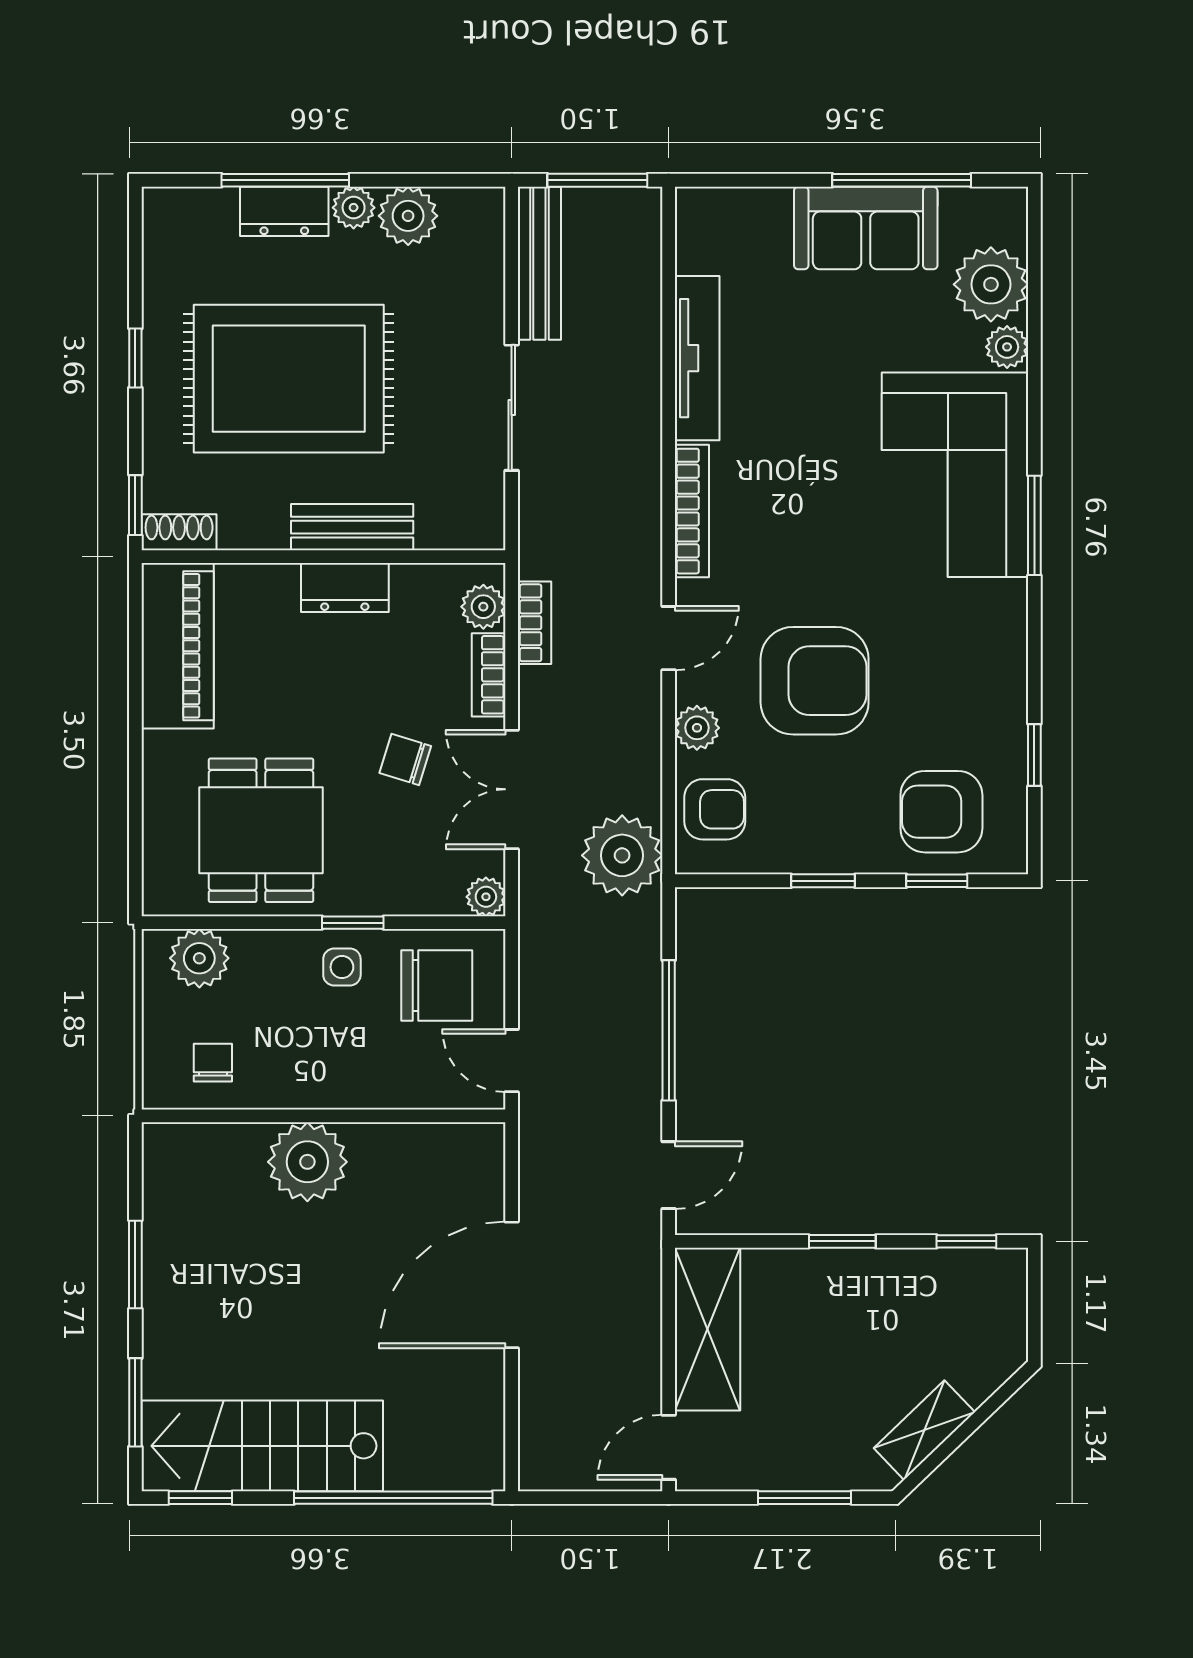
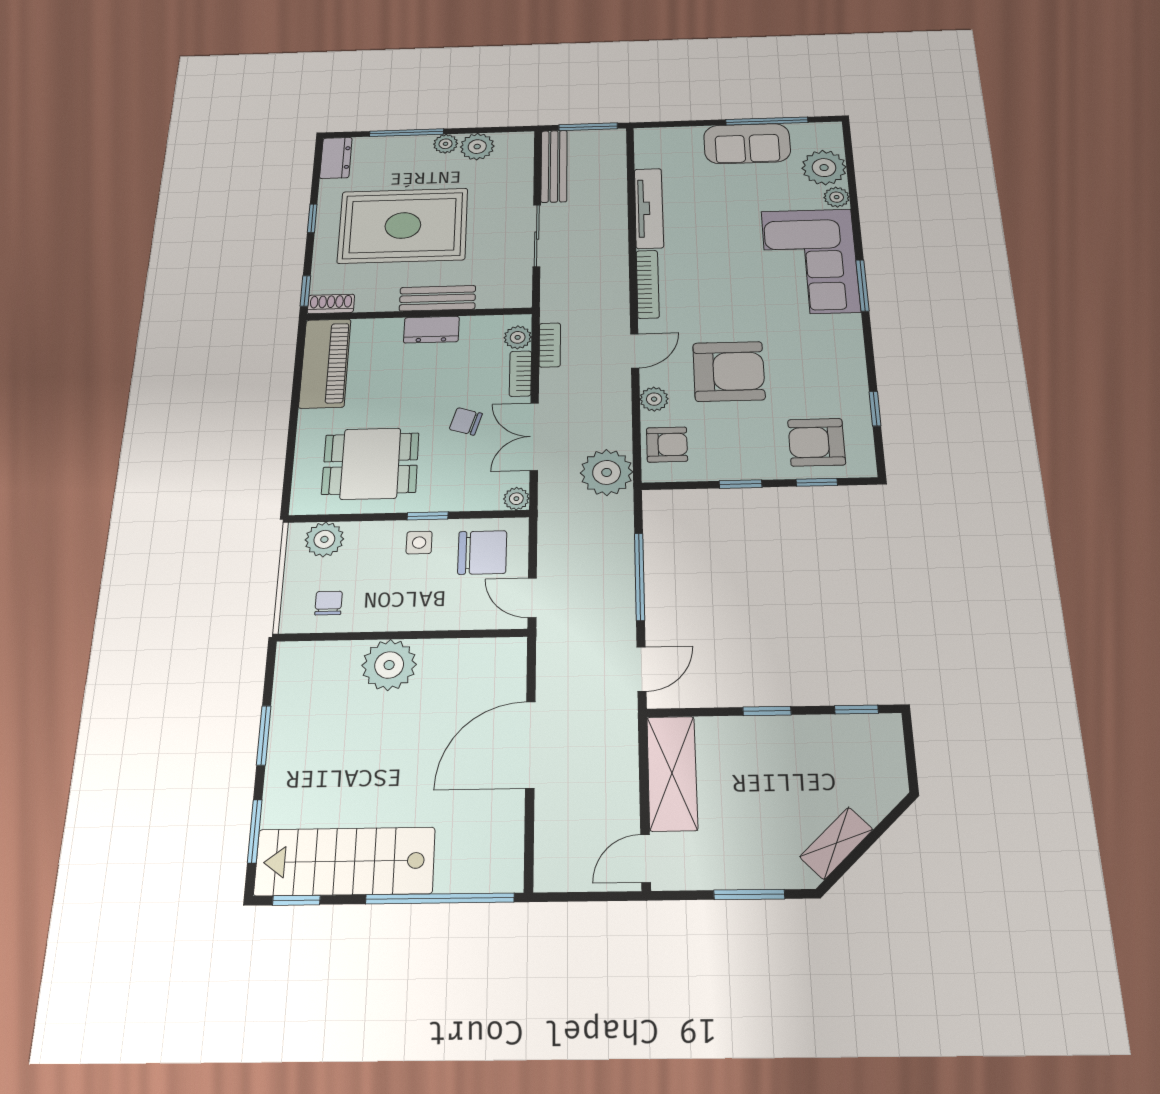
dresser: (284, 211) -> (336, 158), moved, turned -90
dining table: (261, 830) -> (370, 464), turned 90

